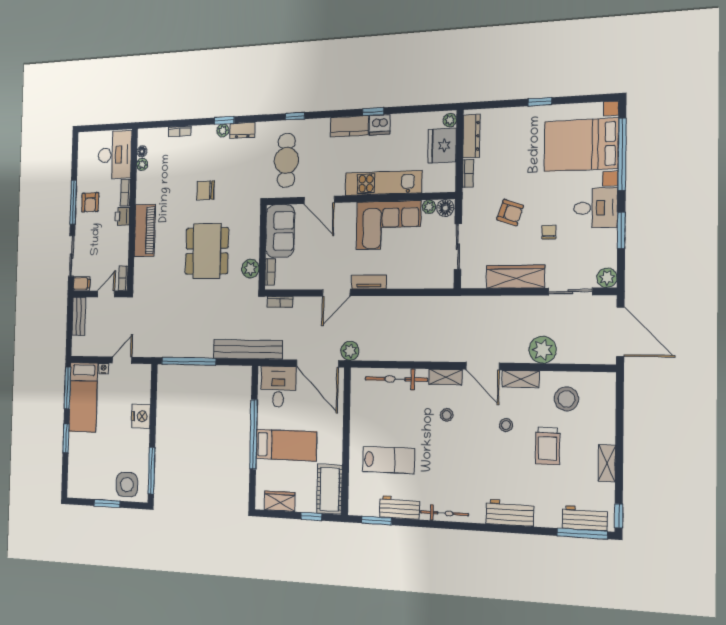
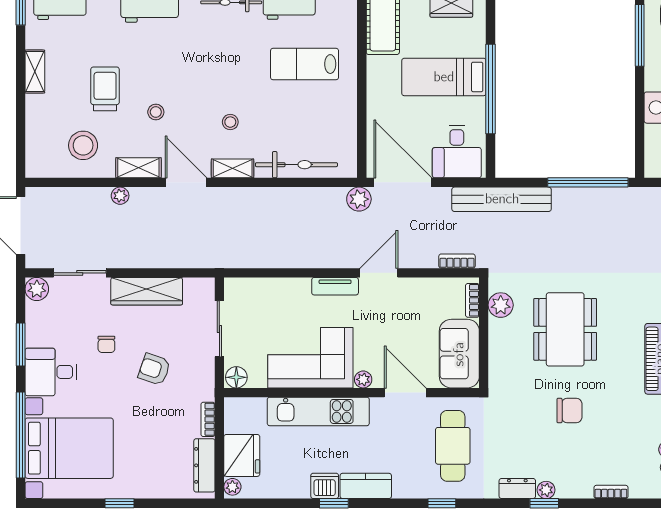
plant: (429, 207) -> (363, 379), moved
plant: (543, 350) -> (120, 196), width x0.53, depth x0.53

